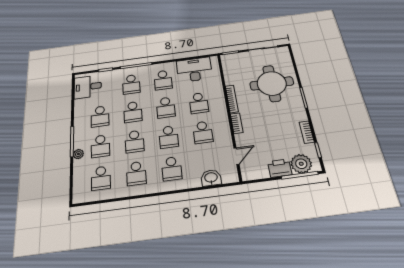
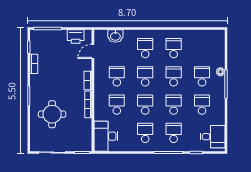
desk: (194, 70) -> (106, 136), moved, turned 90
round table: (272, 83) -> (52, 114), width x0.73, depth x0.73
plant: (301, 164) -> (44, 38), removed
printer: (280, 168) -> (76, 37), moved
school desk: (101, 178) -> (202, 48), removed

